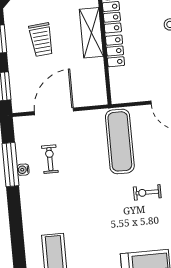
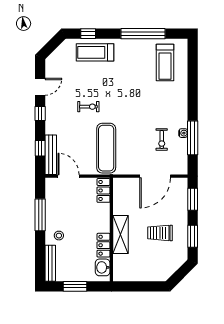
trolley: (41, 40) -> (160, 233), turned -85
locker: (115, 51) -> (103, 190), moved

